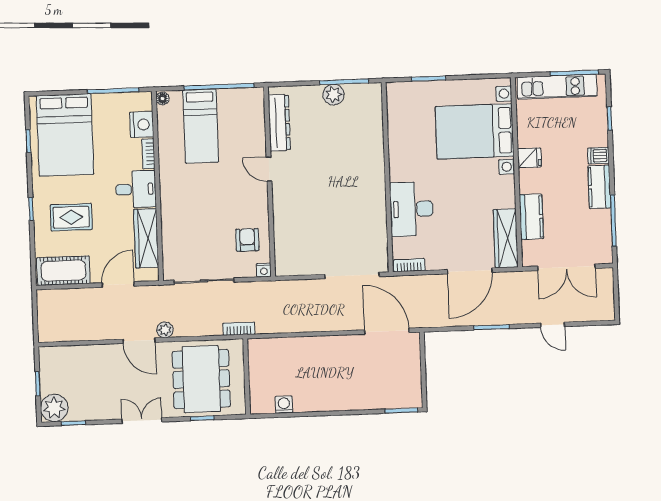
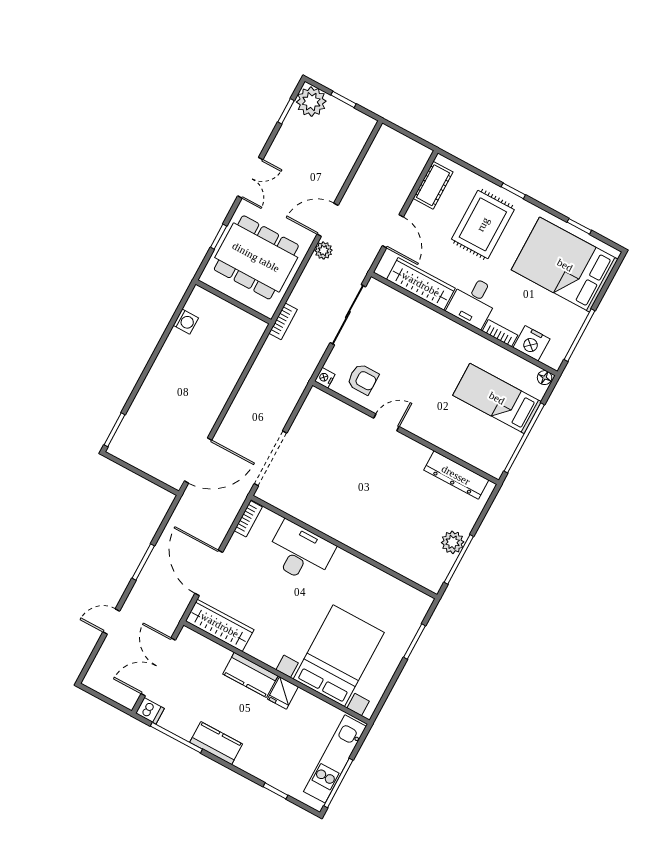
dishwasher: (598, 156) -> (150, 711), moved, turned 90
door: (269, 169) -> (386, 422), moved
rug: (71, 217) -> (483, 224), width x1.36, depth x1.43
kitchen counter: (531, 217) -> (250, 675), moved
cot: (63, 271) -> (433, 185), width x0.73, depth x0.75

